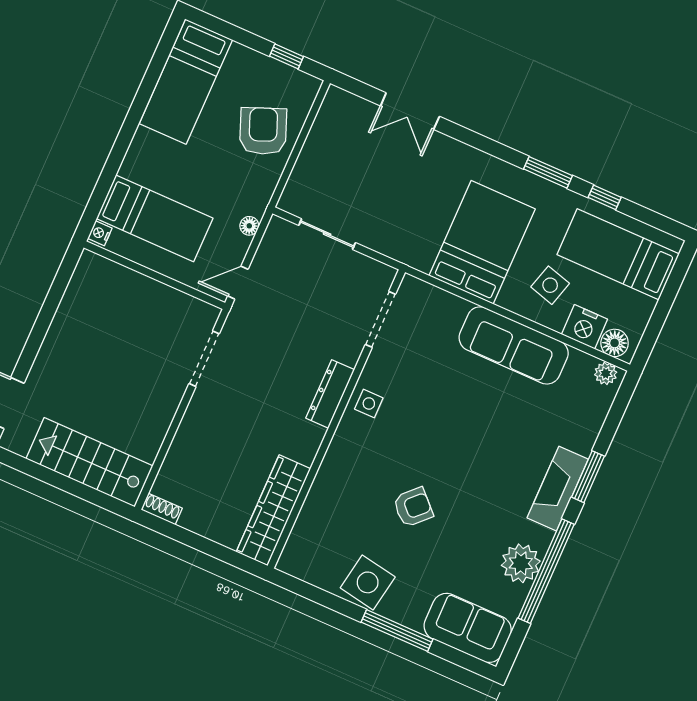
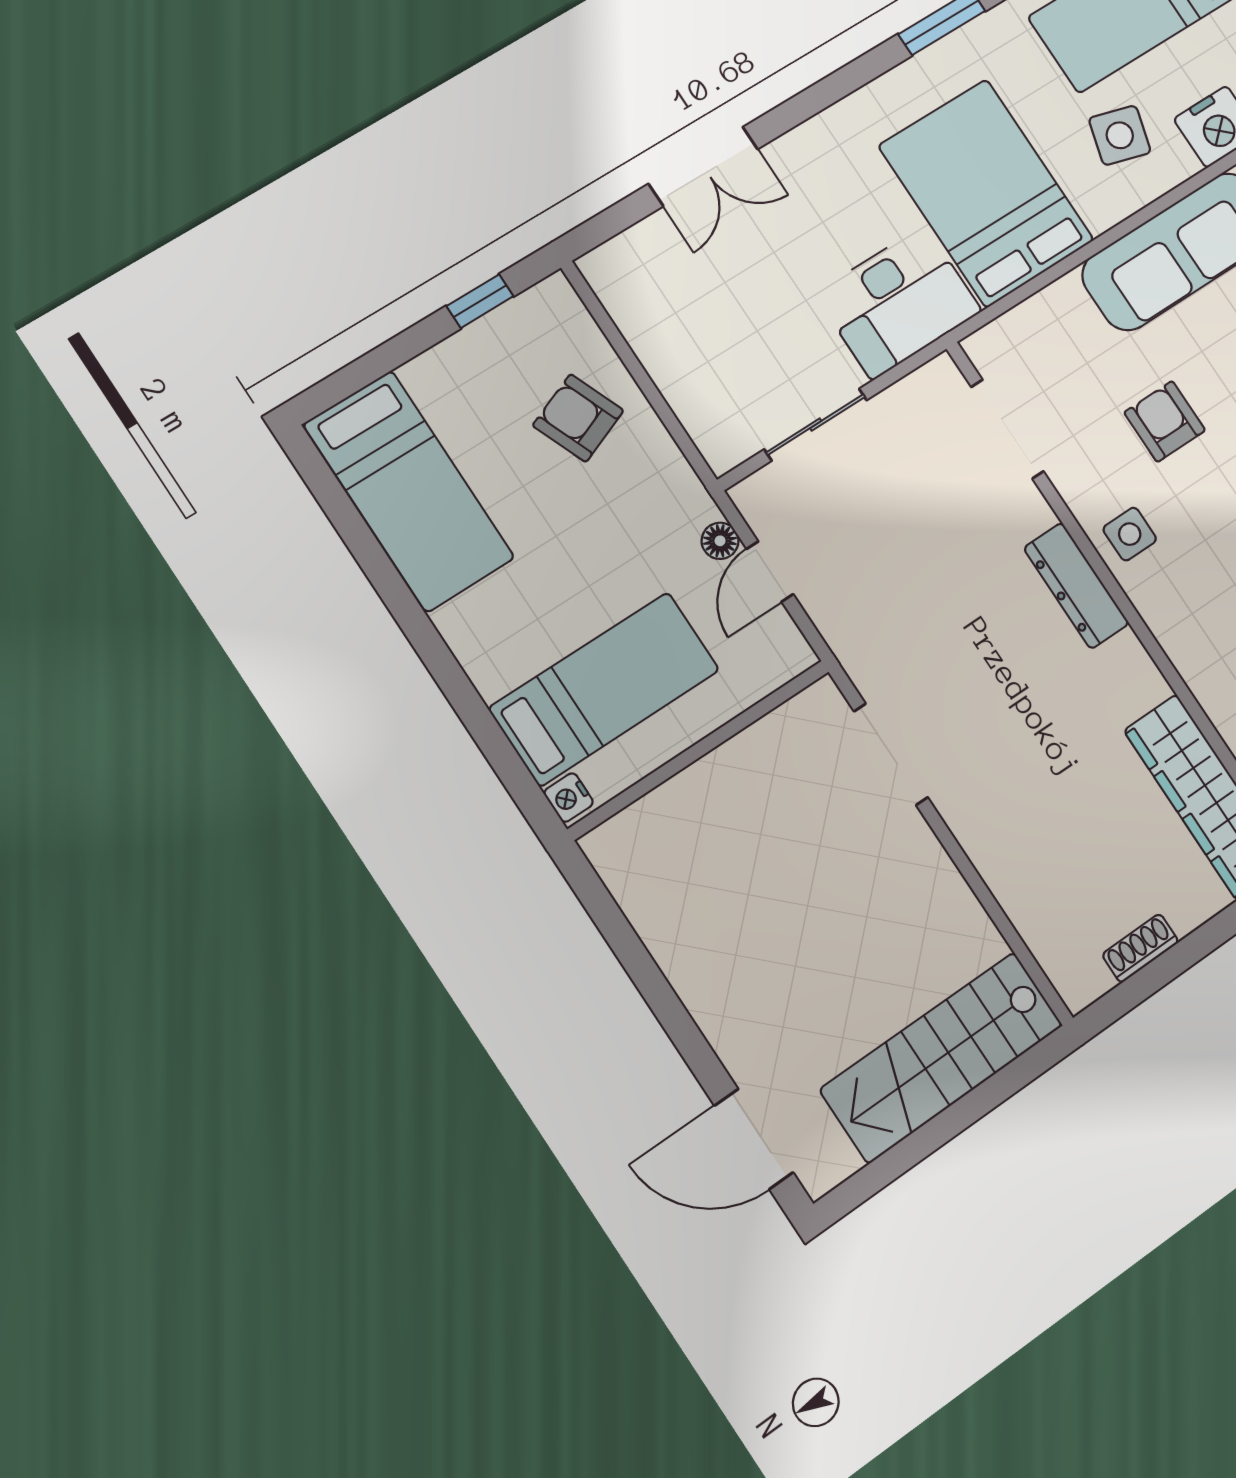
armchair: (263, 131) -> (578, 418), width x0.72, depth x0.72
desk: (406, 235) -> (898, 302), added
door: (238, 283) -> (770, 572), moved
armchair: (430, 388) -> (1165, 421), added
shoe rack: (162, 509) -> (1140, 948), moved

